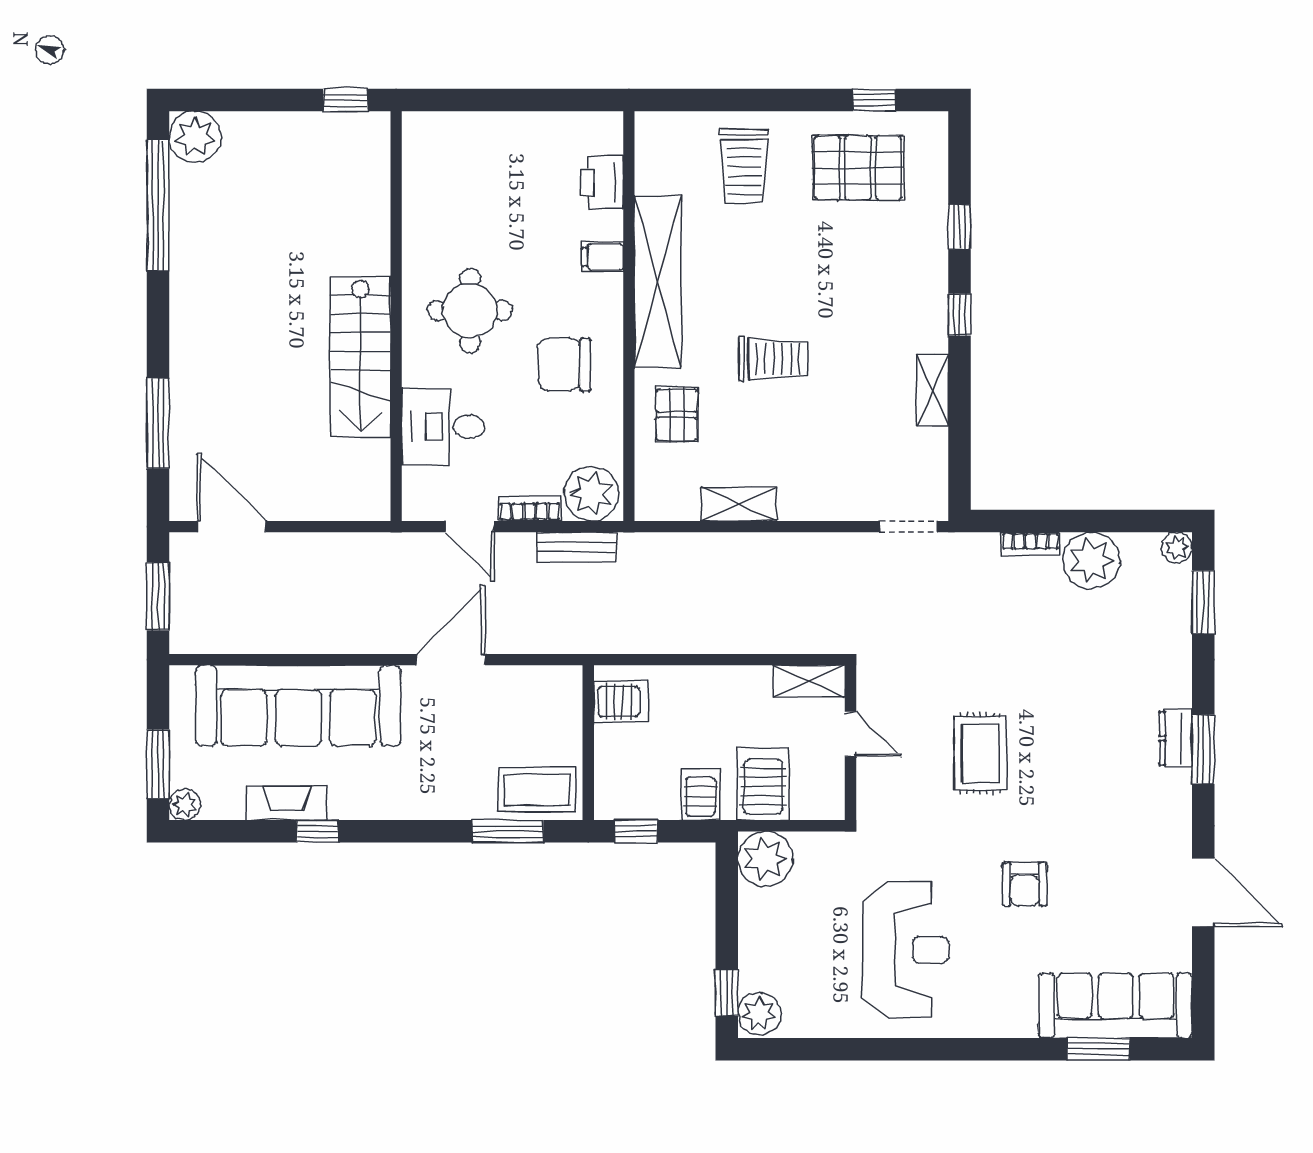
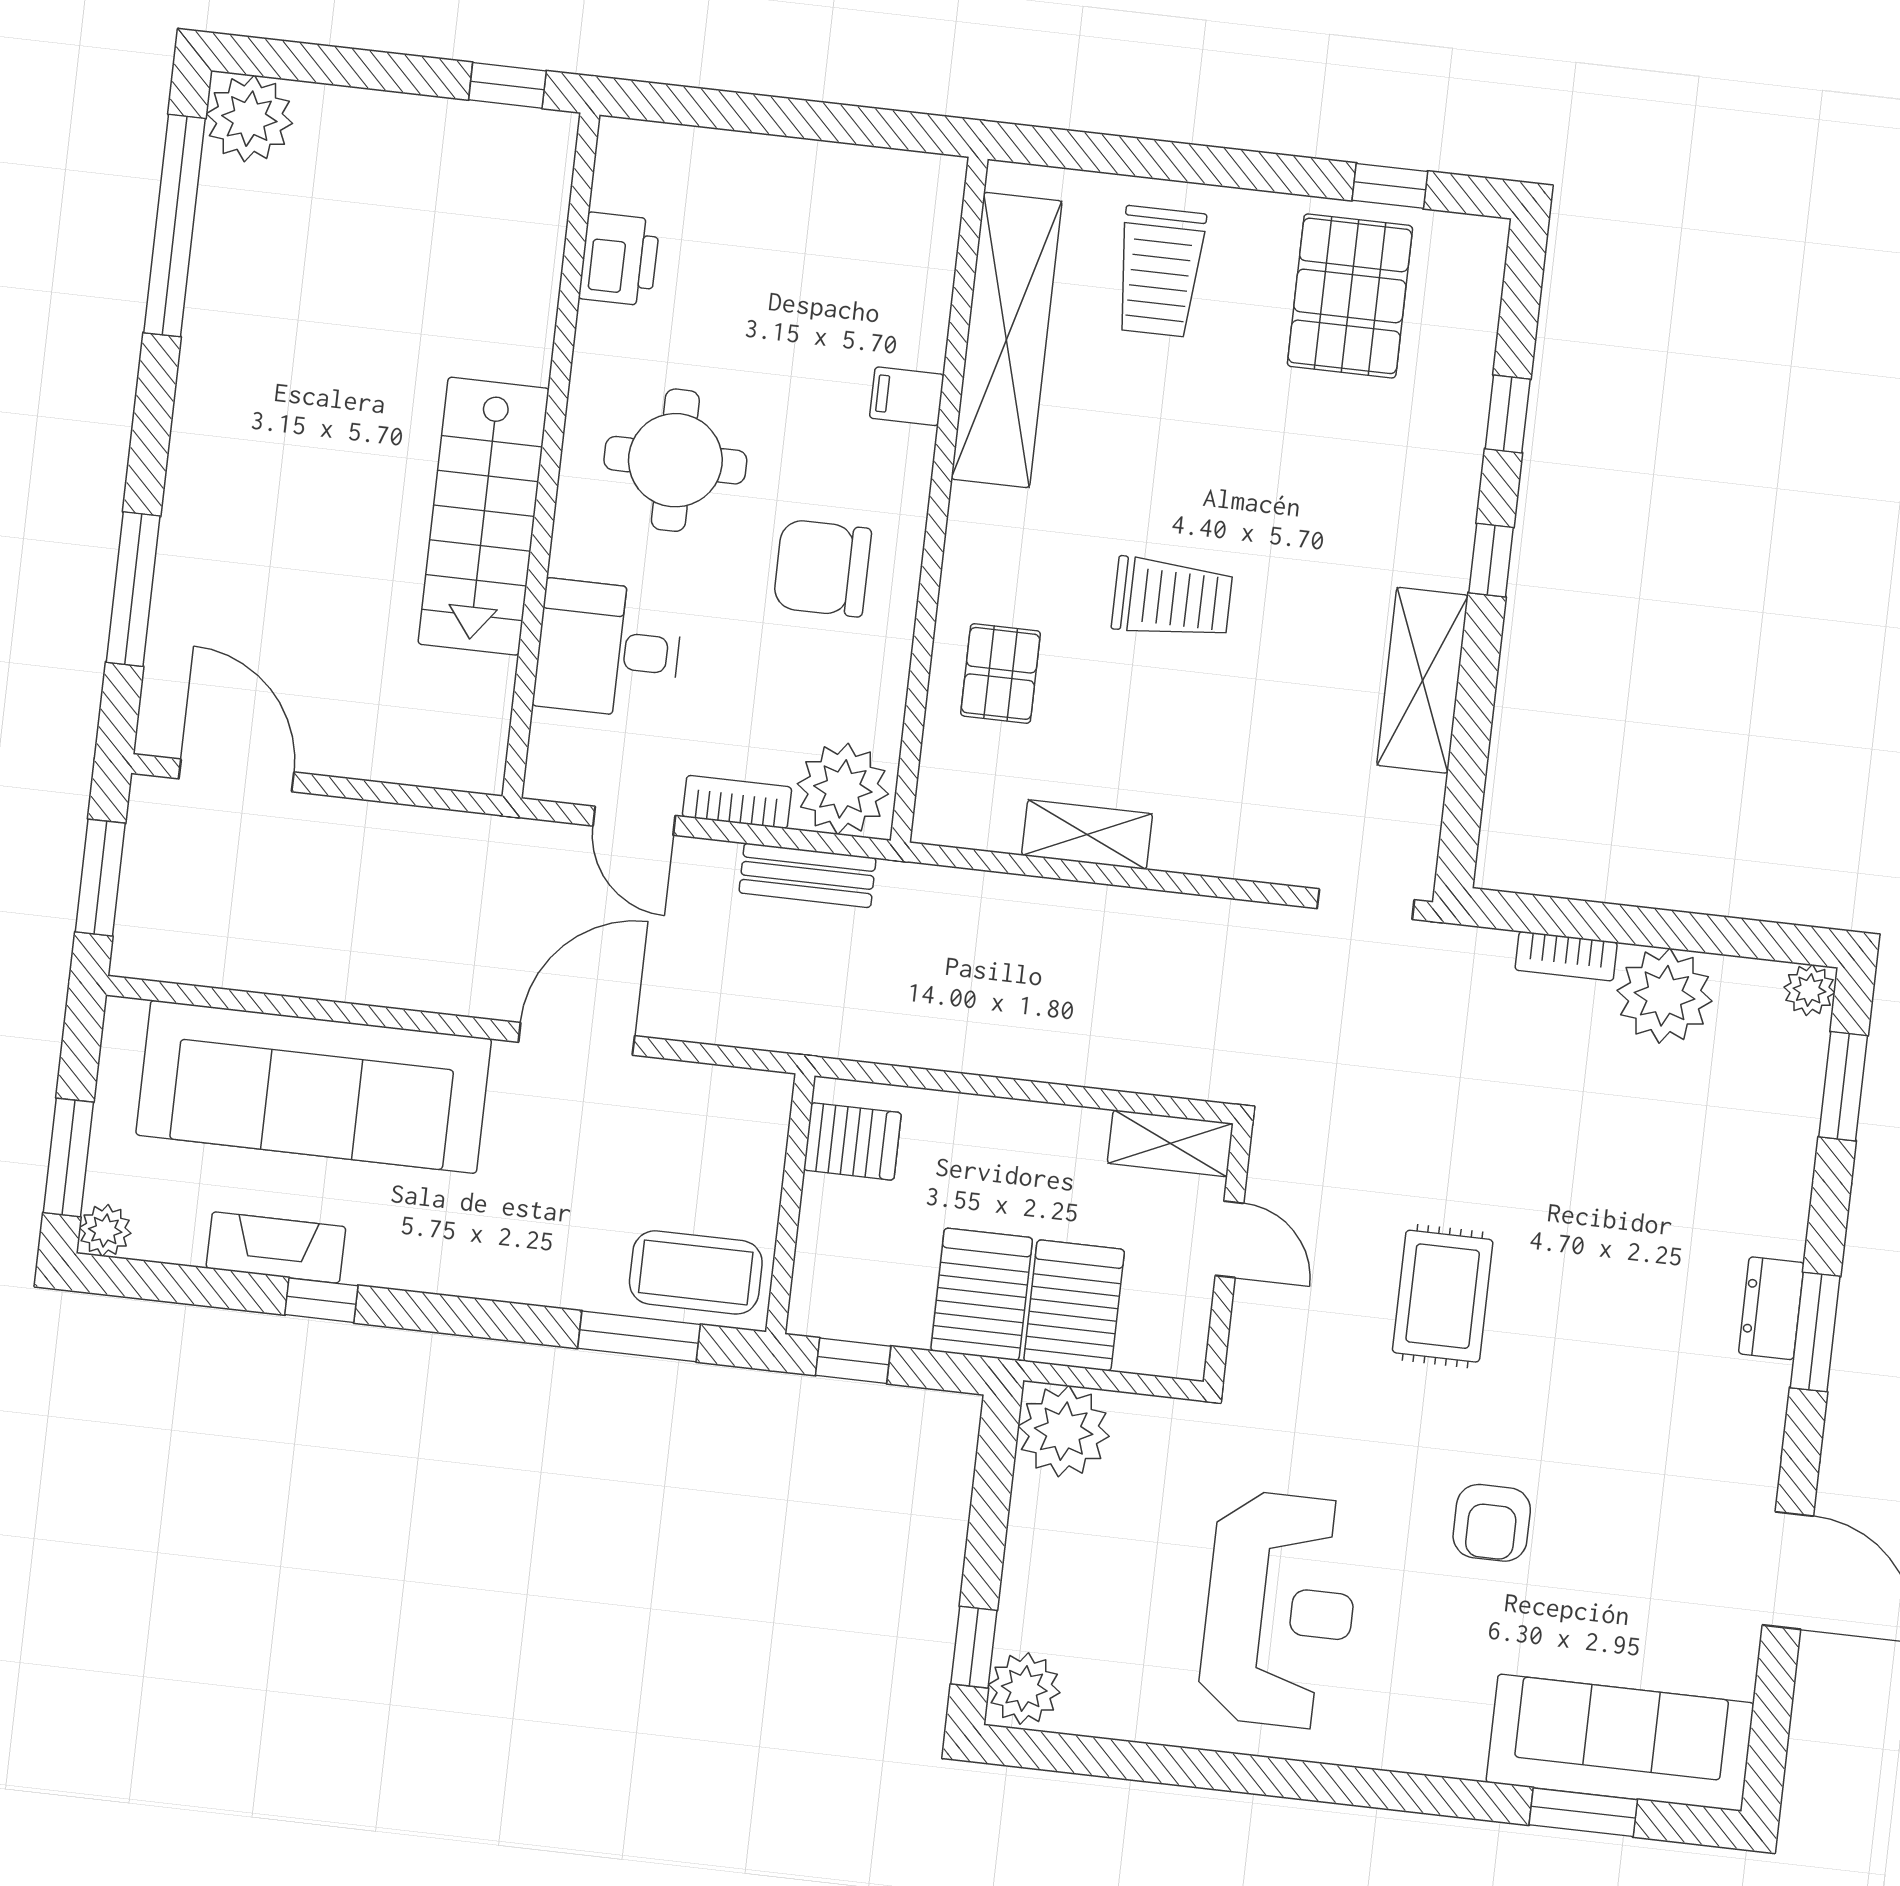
pallet: (858, 168) -> (1350, 296), turned 90
printer: (602, 182) -> (619, 259), moved, turned 180
shelving: (658, 282) -> (1006, 340), moved
shelving: (932, 390) -> (1422, 680), width x1.50, depth x1.33
server rack: (700, 795) -> (982, 1294), width x1.36, depth x1.44

